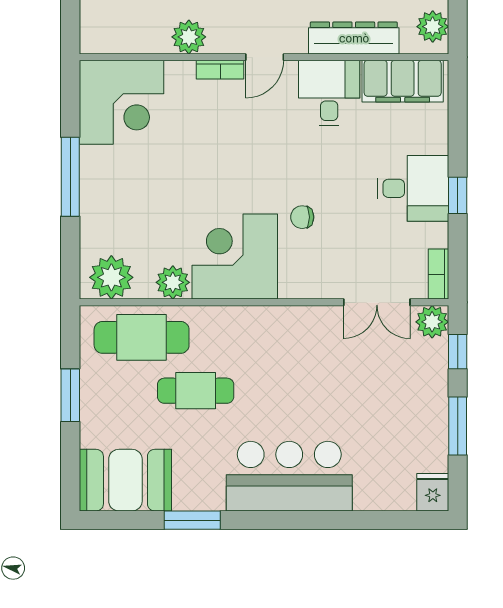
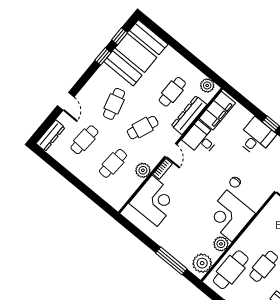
corner desk: (121, 102) -> (155, 201), moved
window: (70, 177) -> (171, 261), moved

